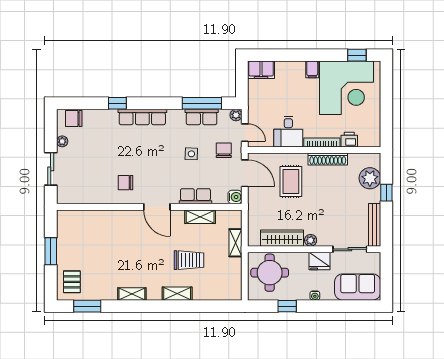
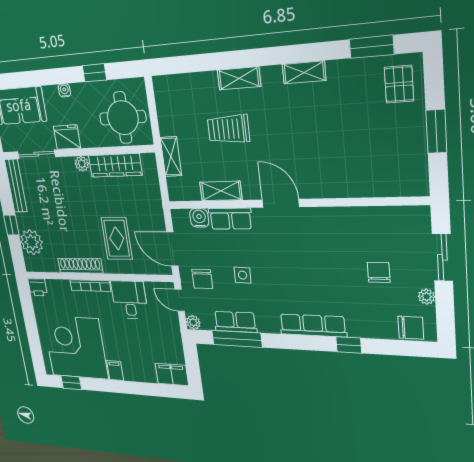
printer: (349, 140) -> (38, 287), moved
chair: (125, 183) -> (379, 272), moved, turned -90
water cooler: (235, 197) -> (199, 218), moved, turned 90

